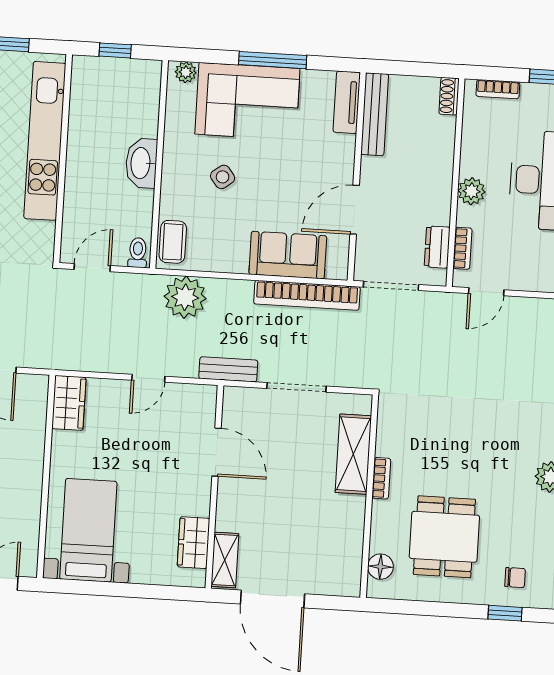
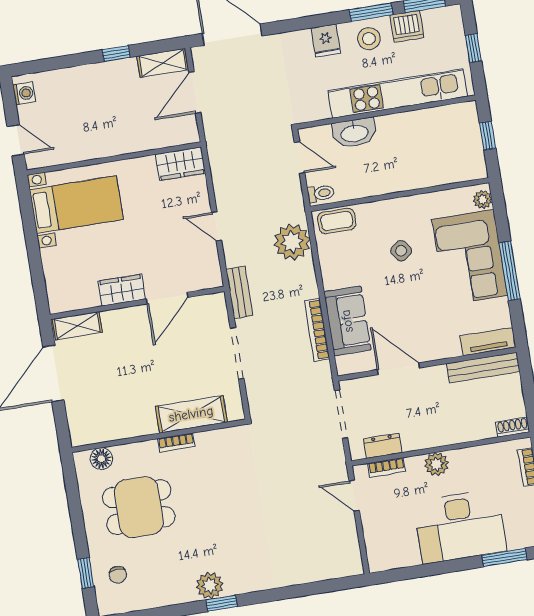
washbasin: (141, 163) -> (354, 133), moved, turned 180
bookcase: (307, 295) -> (317, 330), width x0.68, depth x0.76
wardrobe: (194, 543) -> (122, 290), moved

